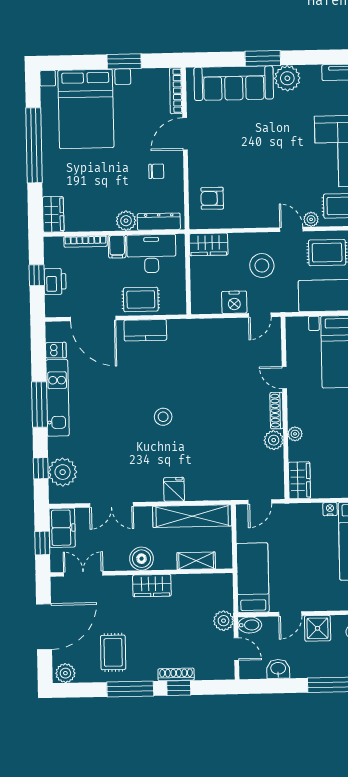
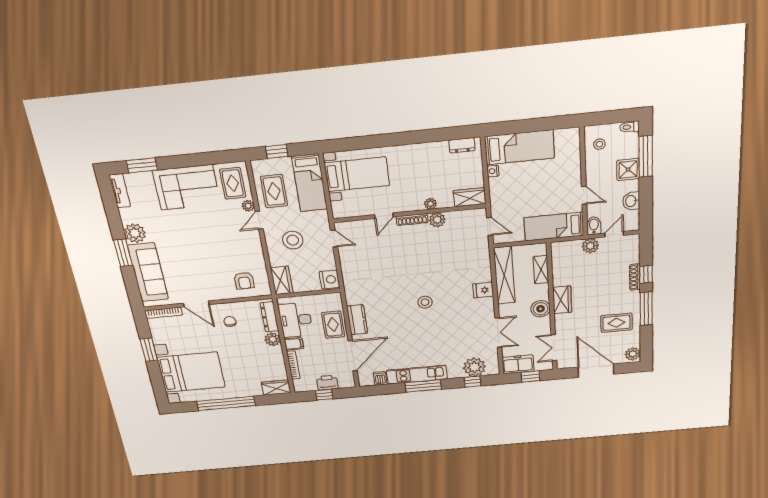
nightstand: (234, 302) -> (329, 280), moved
shower: (318, 628) -> (628, 170), moved

